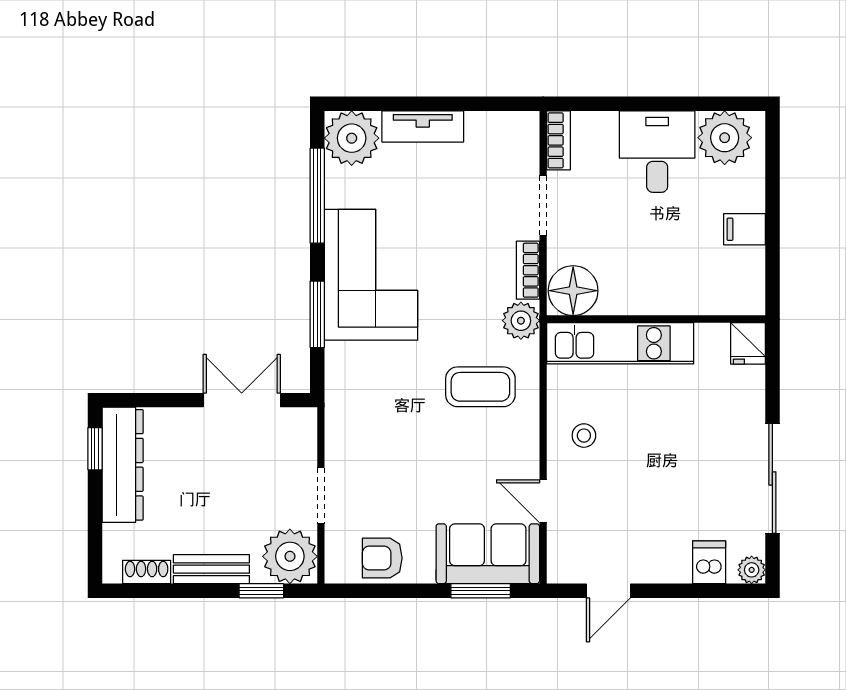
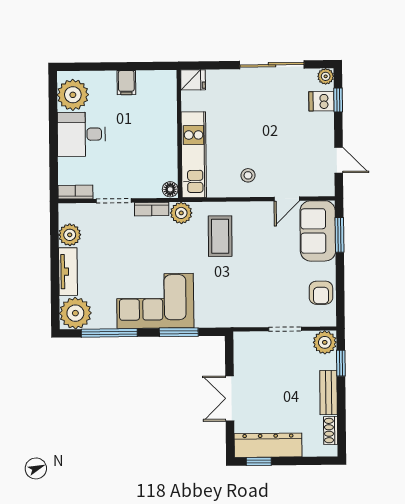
plant: (486, 130) -> (70, 235), added
floor lamp: (573, 291) -> (170, 189), width x0.53, depth x0.53
double door: (242, 400) -> (230, 398), moved
plant: (290, 556) -> (325, 342), width x0.73, depth x0.73
window: (711, 591) -> (338, 100), added

